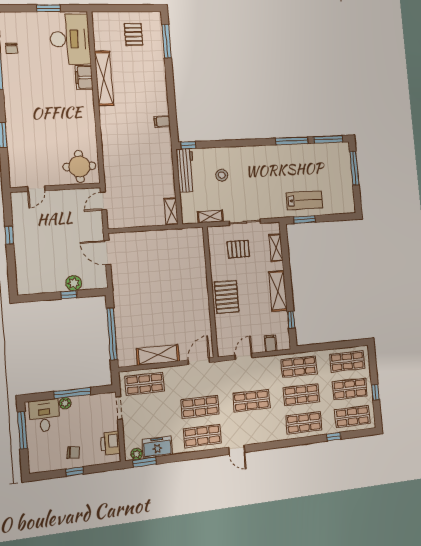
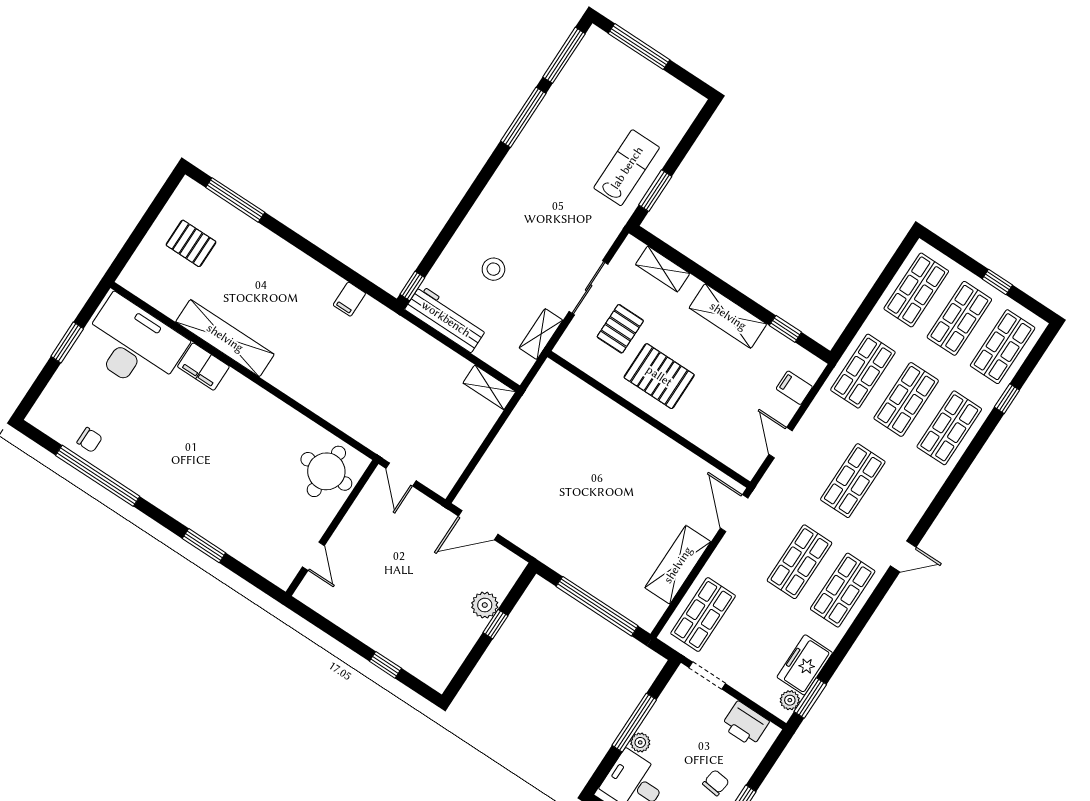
window: (9, 235) -> (385, 665), moved
pallet: (227, 297) -> (659, 376), moved

